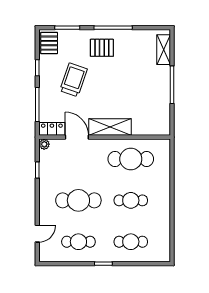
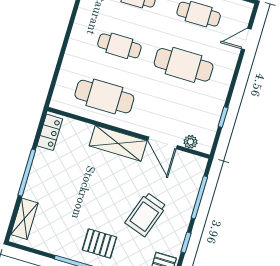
locker: (52, 129) -> (50, 132), moved, turned -90
plant: (44, 144) -> (191, 142), moved

